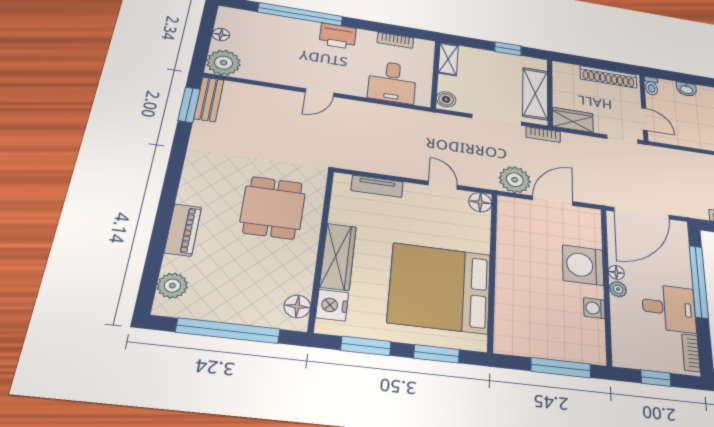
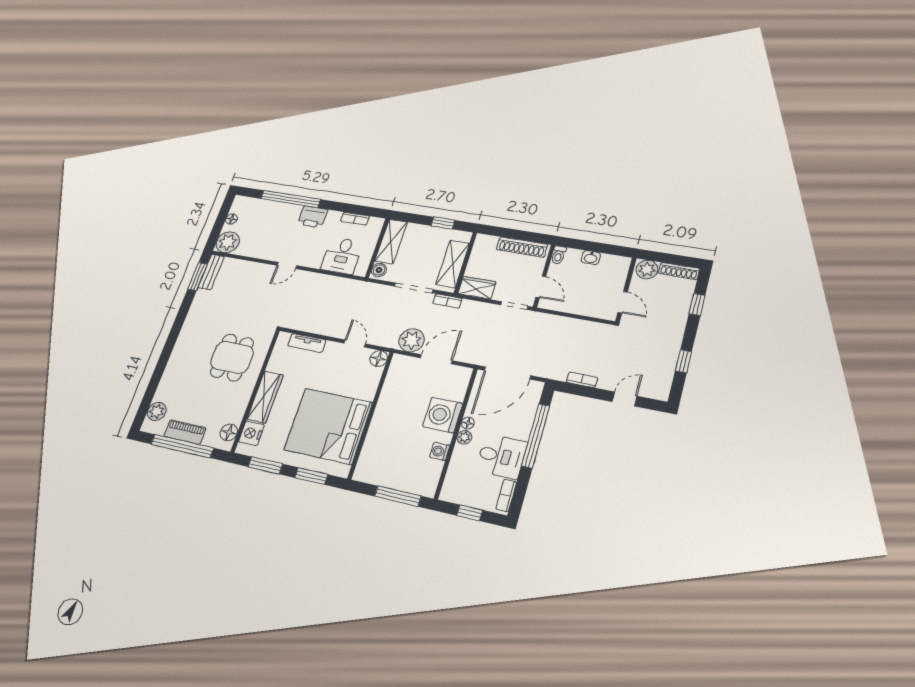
shelving: (448, 59) -> (391, 241), width x1.50, depth x1.33
piano: (183, 230) -> (185, 432), moved, turned -90

